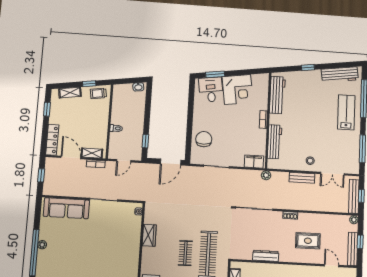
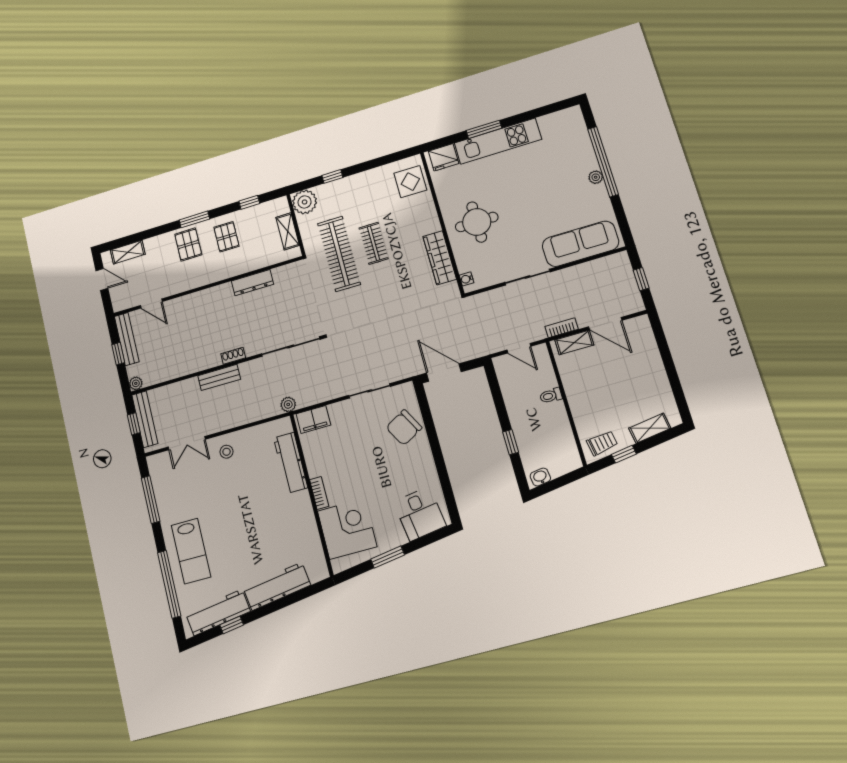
window: (308, 68) -> (232, 625), moved
window: (215, 74) -> (388, 557), moved
corner desk: (238, 89) -> (347, 529), moved, turned 98
workbench: (277, 95) -> (277, 586), moved, turned 82
window: (47, 109) -> (676, 387), removed
chair: (204, 139) -> (404, 428), turned 61
locker: (52, 140) -> (647, 341), removed
window: (145, 141) -> (511, 442), moved
door: (124, 161) -> (519, 348), swing flipped
door: (171, 162) -> (444, 372), hinge flipped
double door: (332, 174) -> (187, 443), swing flipped
bench: (302, 178) -> (219, 377), moved
wardrobe: (149, 235) -> (440, 258), width x1.50
rug: (308, 241) -> (196, 327), removed
round table: (120, 243) -> (477, 222), added

